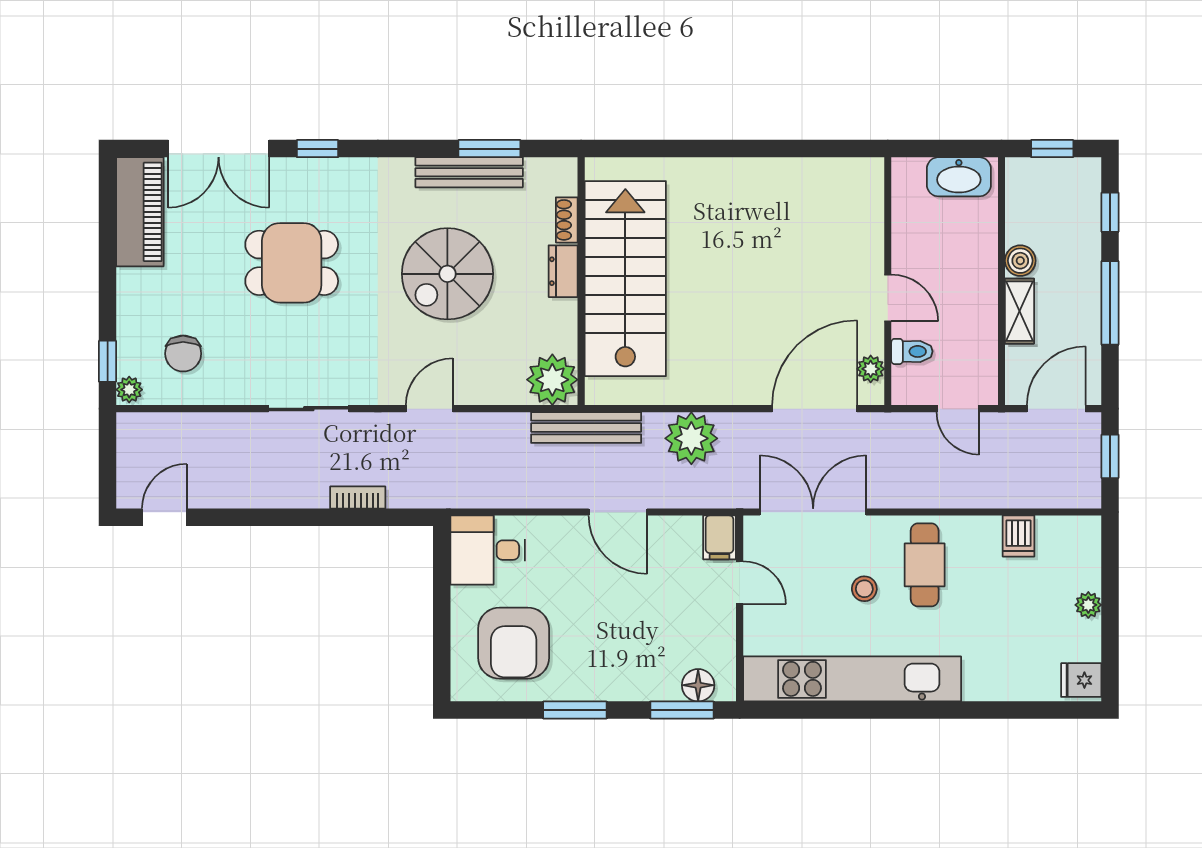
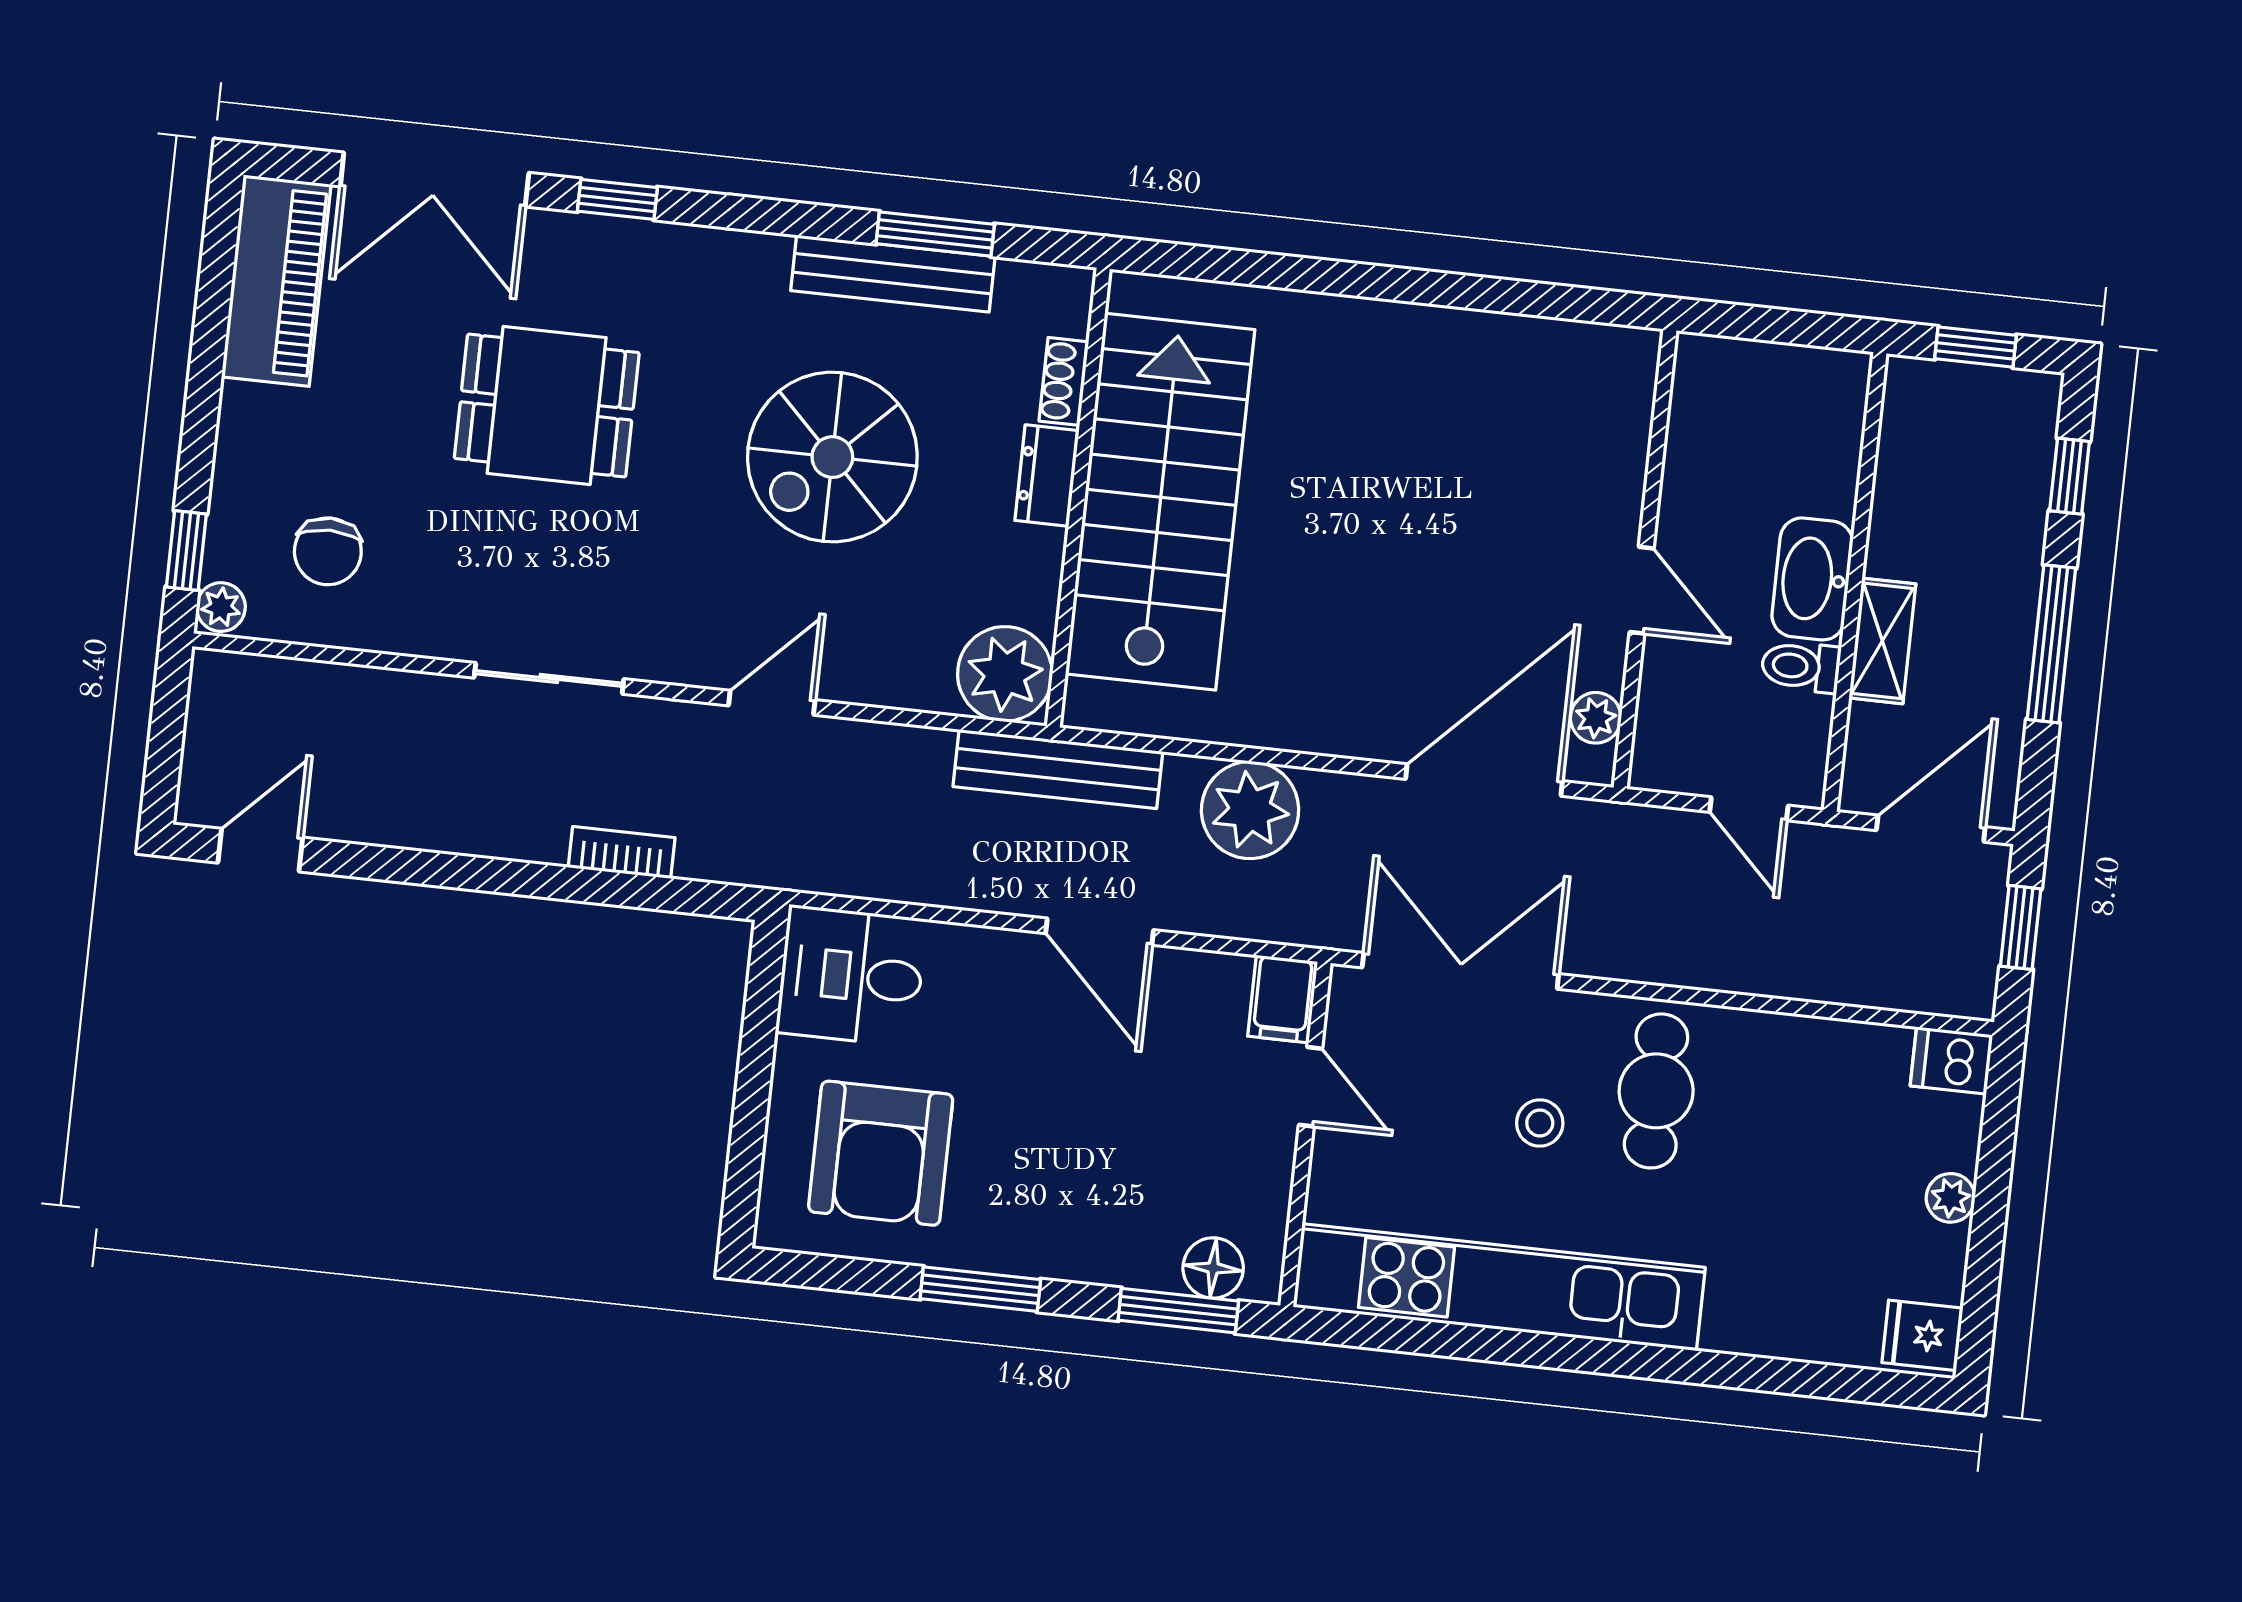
washbasin: (959, 177) -> (1812, 579), moved, turned 90
boiler: (1020, 261) -> (1894, 548), removed
toilet: (912, 351) -> (1801, 667), moved, turned 180
dishwasher: (1018, 536) -> (1952, 1060), moved, turned 90

